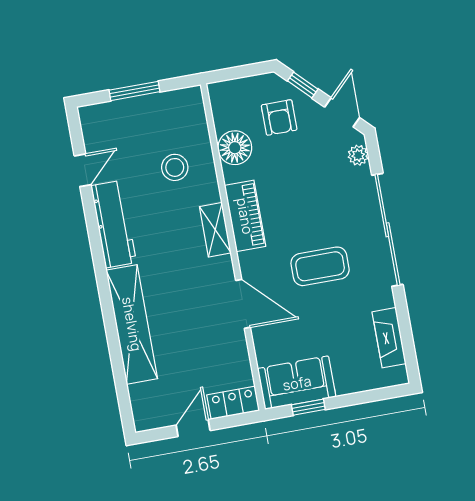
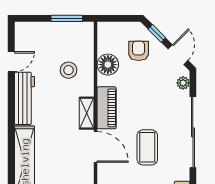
window: (135, 91) -> (67, 18), moved
armchair: (279, 117) -> (139, 51), turned 180
coffee table: (320, 266) -> (147, 147), turned 90
door: (243, 304) -> (95, 147), moved

